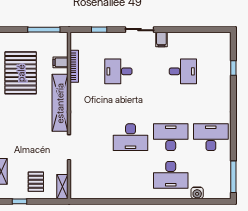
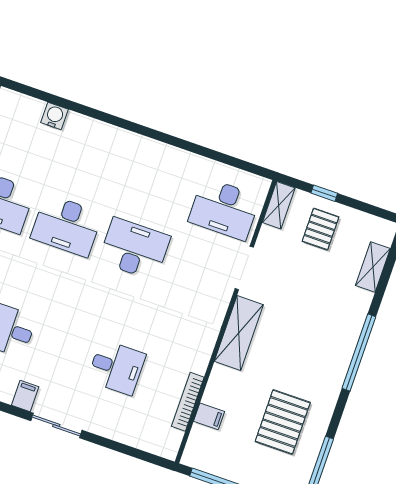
window: (99, 30) -> (125, 449), removed
pallet: (21, 73) -> (283, 422), width x0.73, depth x0.71
shelving: (60, 103) -> (239, 333), width x0.68
desk: (171, 175) -> (224, 209), moved, turned 180
window: (20, 201) -> (324, 193), moved

